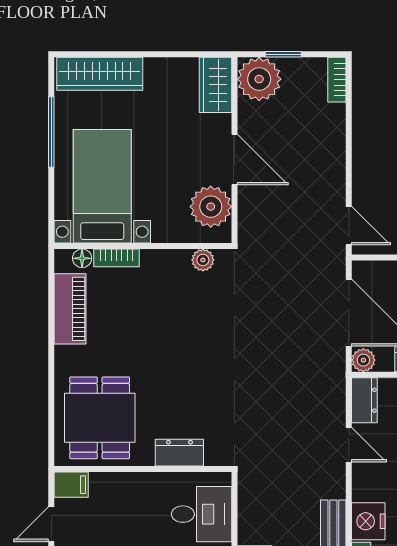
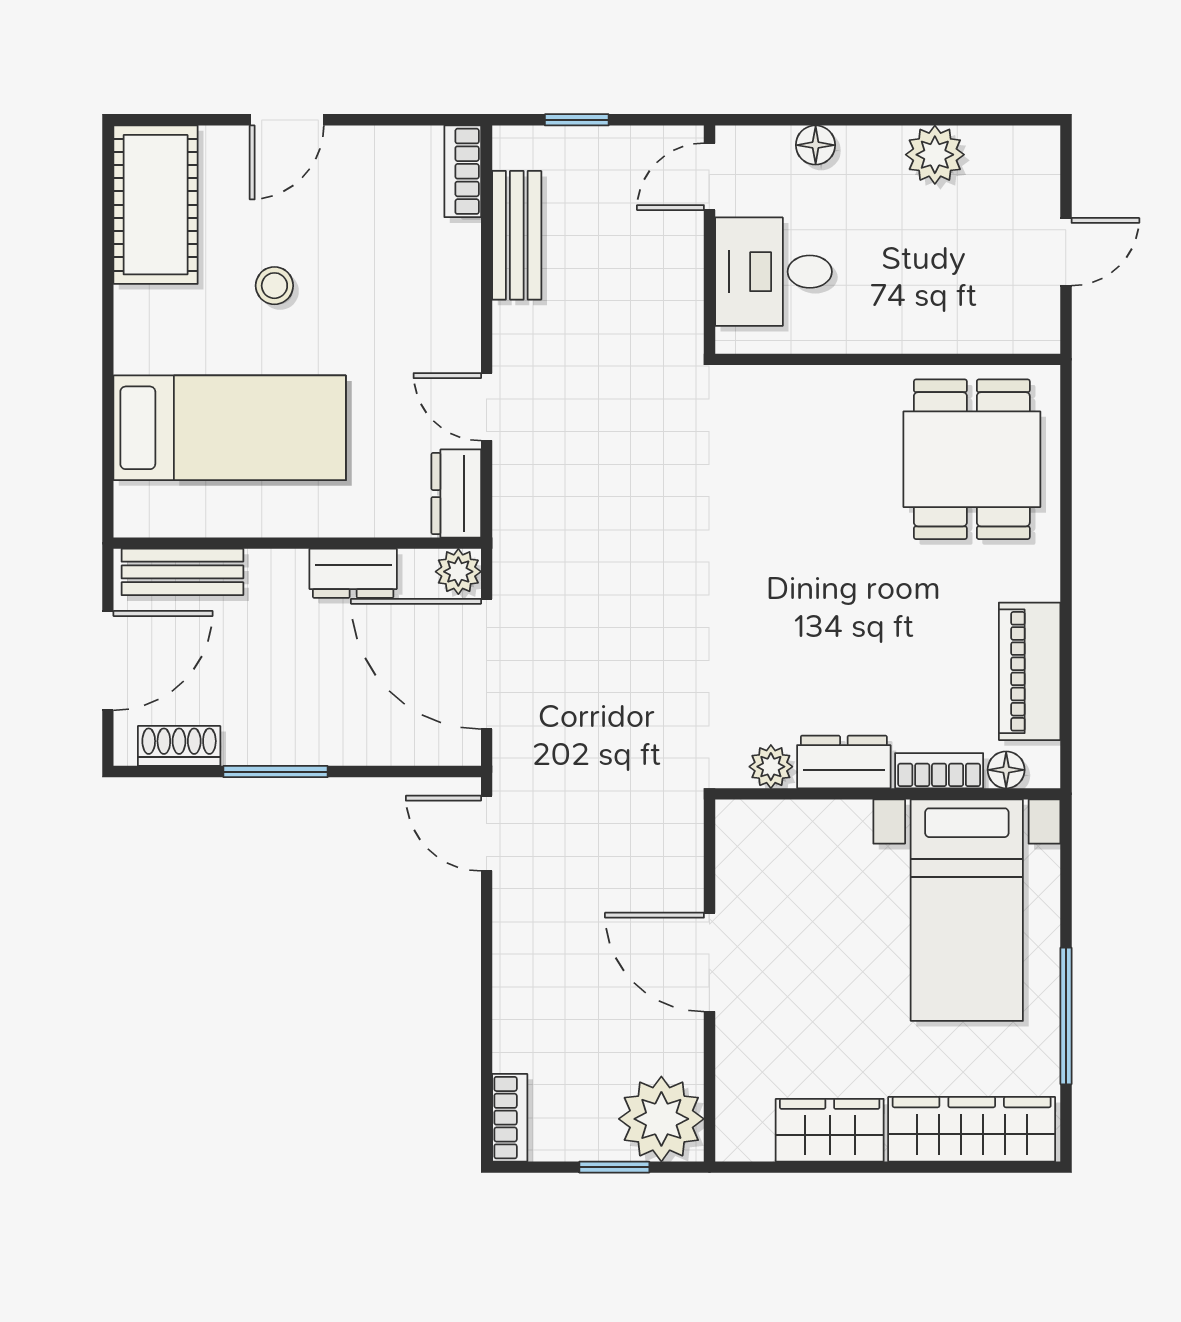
wardrobe: (215, 85) -> (830, 1130), moved, turned -90
plant: (211, 207) -> (756, 870), removed
dresser: (179, 453) -> (844, 762), moved, turned 180
filing cabinet: (71, 485) -> (1027, 329), removed
nightstand: (368, 521) -> (449, 258), removed

